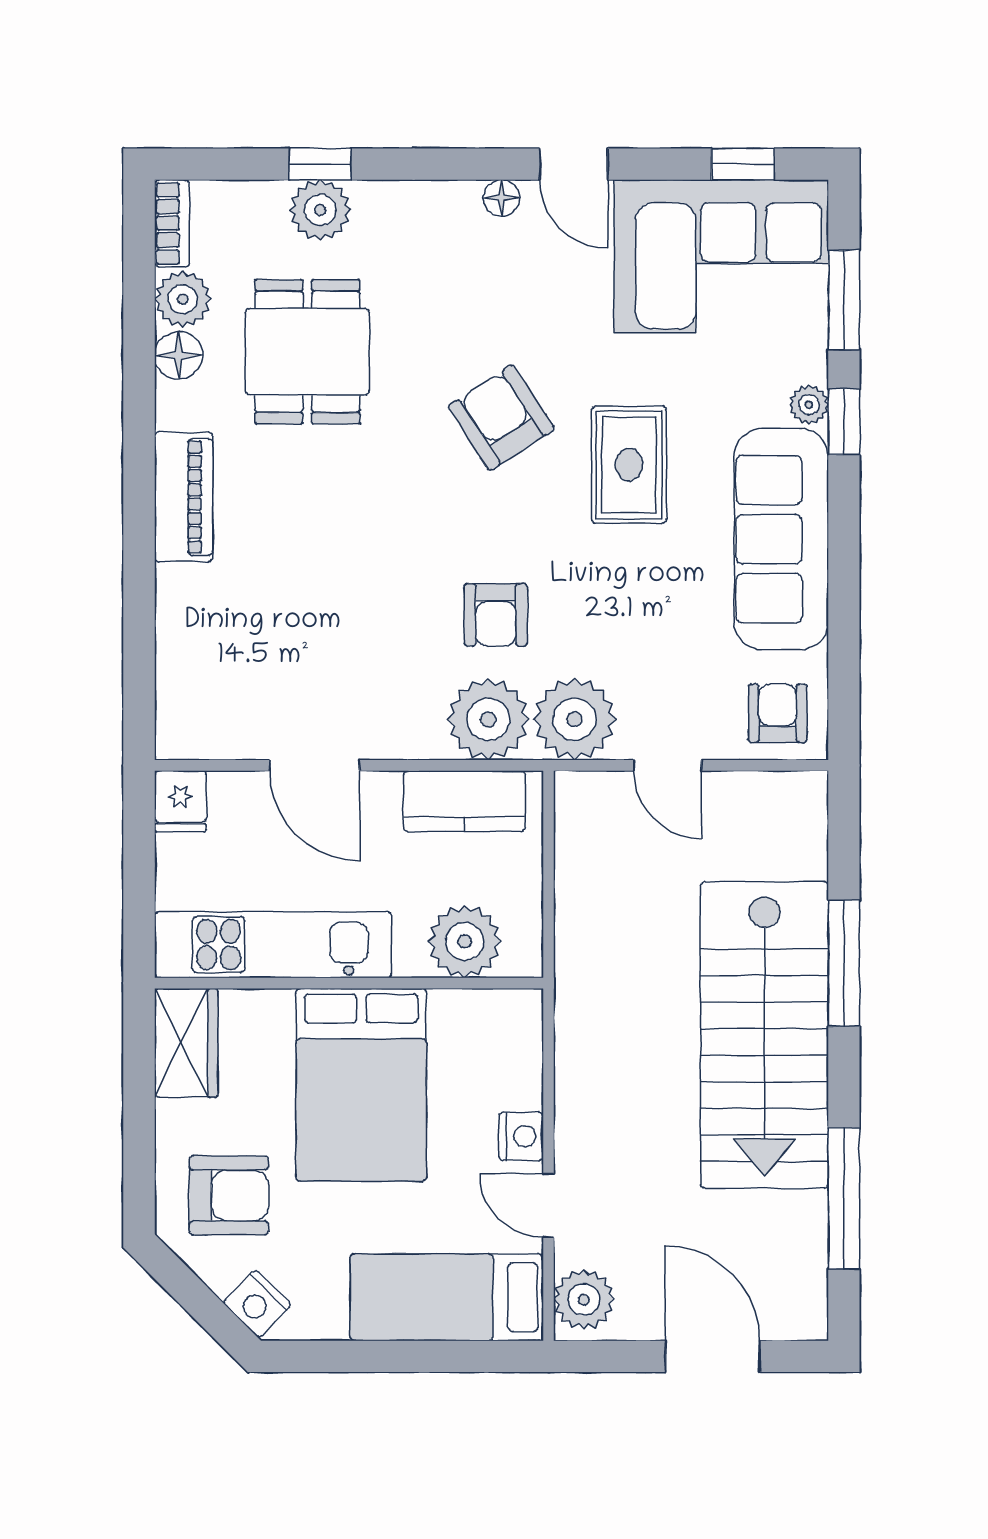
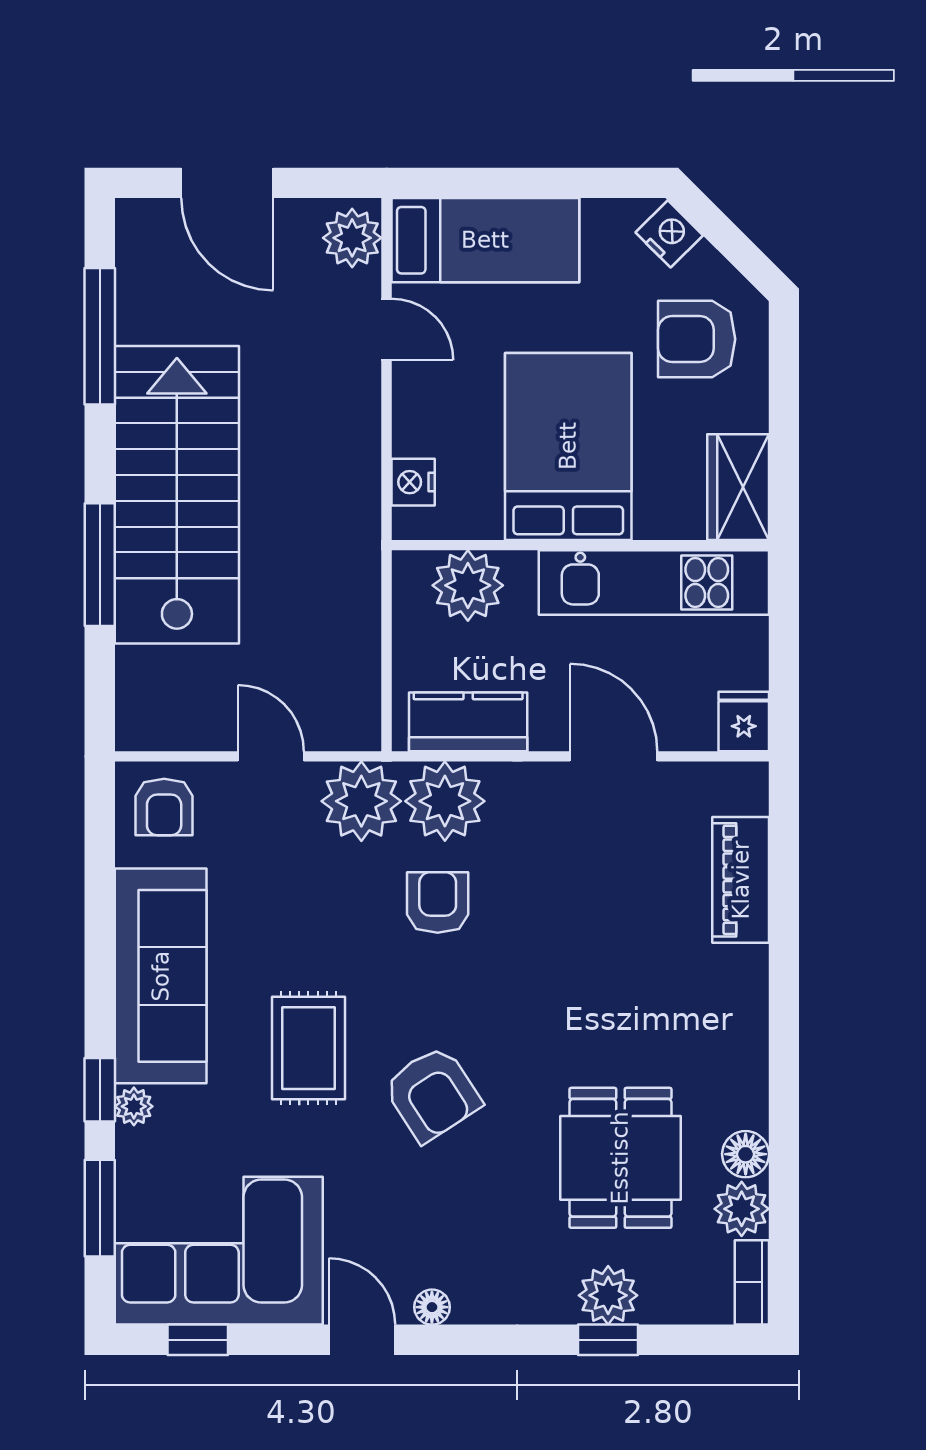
piano: (184, 497) -> (741, 880), moved
nightstand: (521, 1136) -> (413, 482), moved

